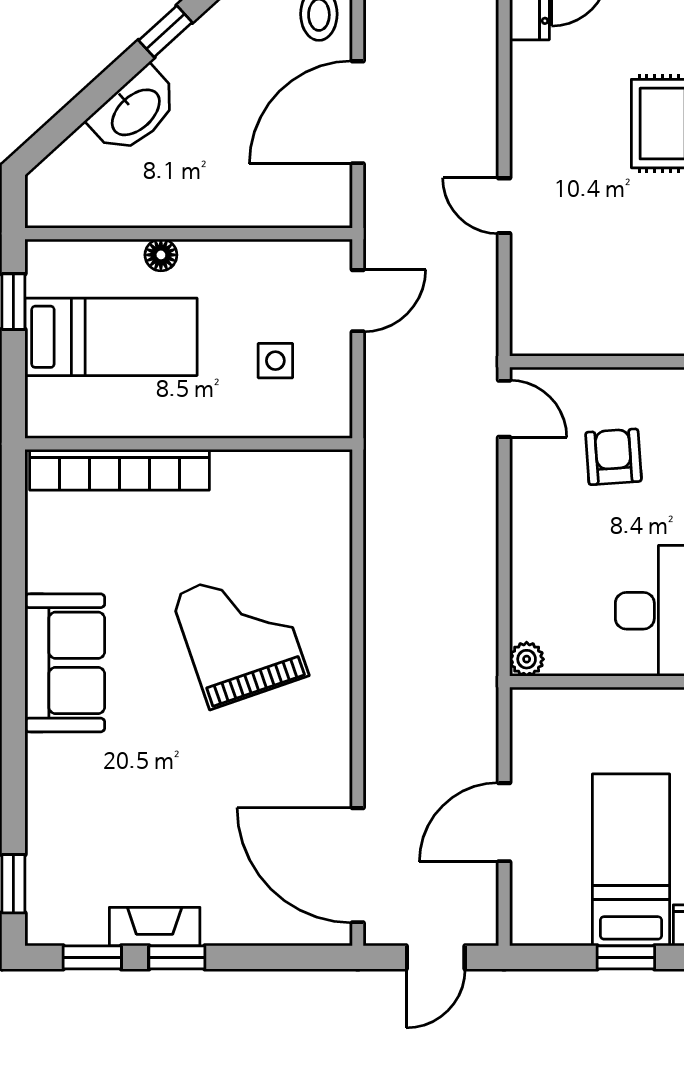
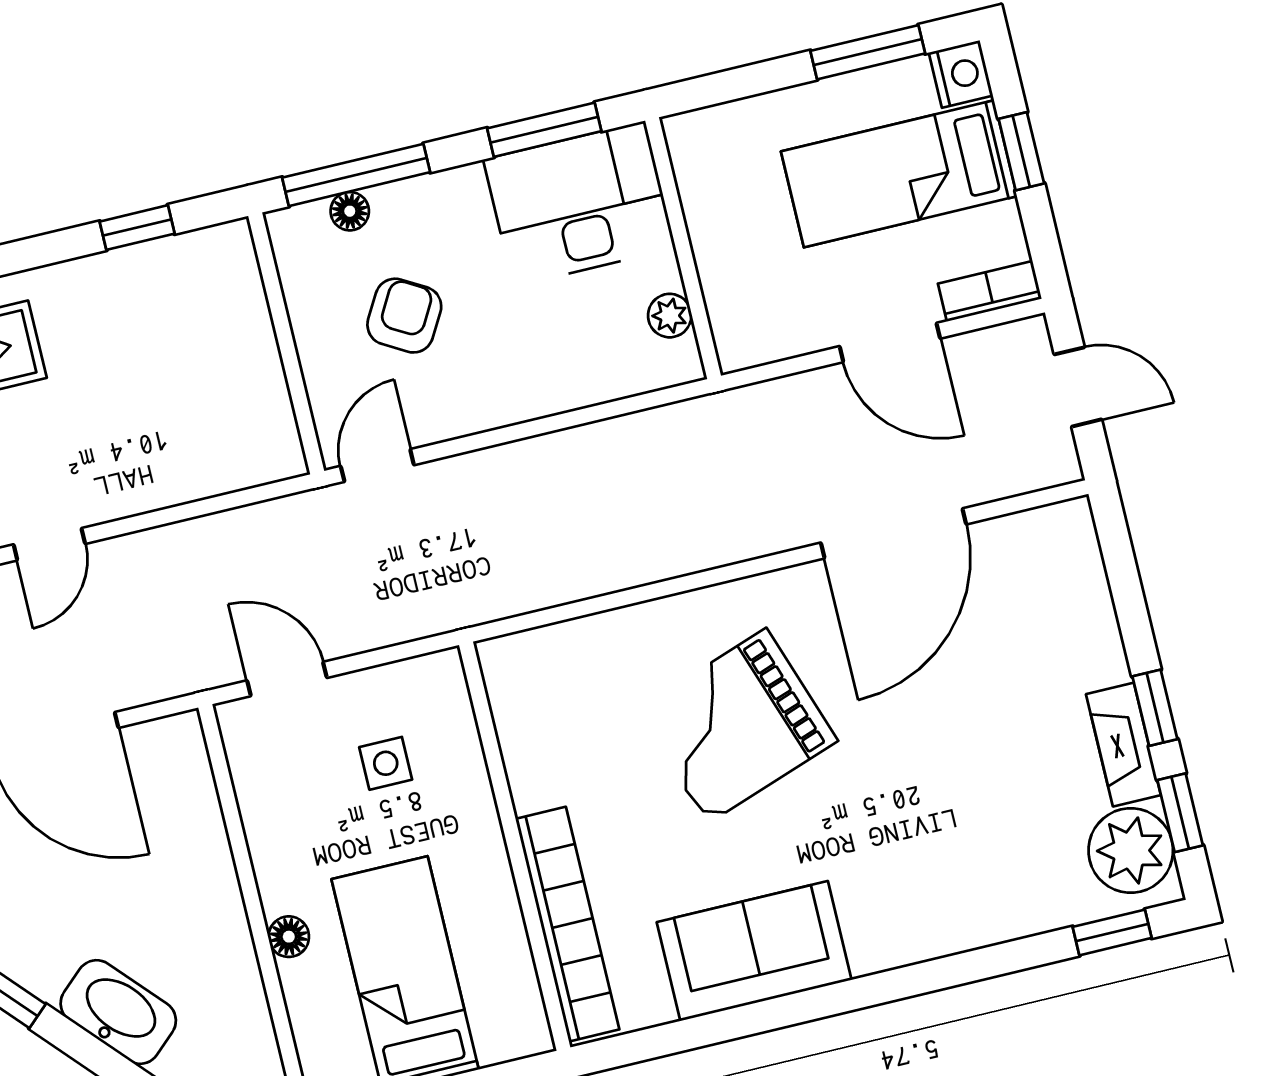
door: (504, 206) -> (49, 544), moved
armchair: (613, 457) -> (404, 316), turned 124
plant: (527, 659) -> (670, 316), moved
sofa: (65, 663) -> (754, 951), moved
door: (358, 865) -> (894, 533), moved
bookcase: (525, 908) -> (990, 291), added
plant: (72, 913) -> (1131, 851), added

